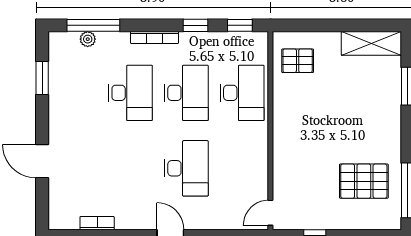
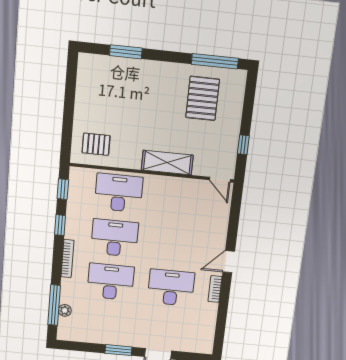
shelving: (371, 43) -> (167, 163), moved, turned 90
pallet: (298, 61) -> (96, 144), turned 90
window: (42, 78) -> (118, 350), moved
desk: (186, 168) -> (171, 288), moved
bookcase: (97, 223) -> (215, 289), moved

